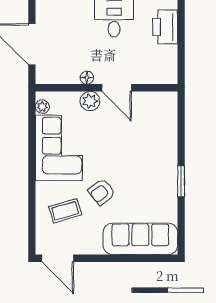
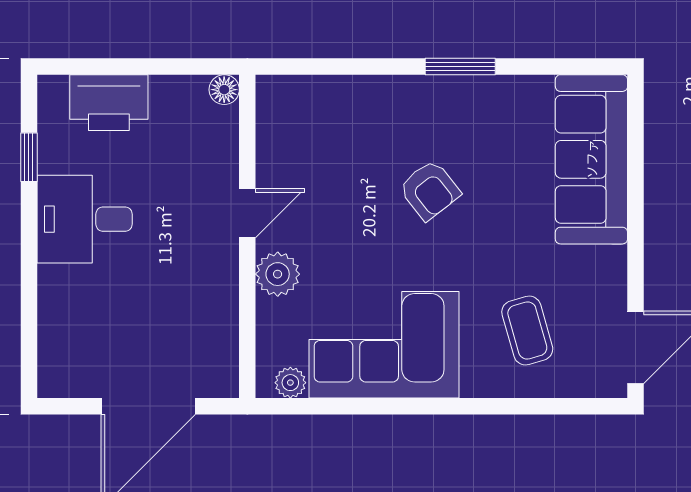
floor lamp: (87, 78) -> (224, 90), moved
door: (117, 88) -> (247, 213), width x0.73
armchair: (102, 192) -> (430, 190), moved

